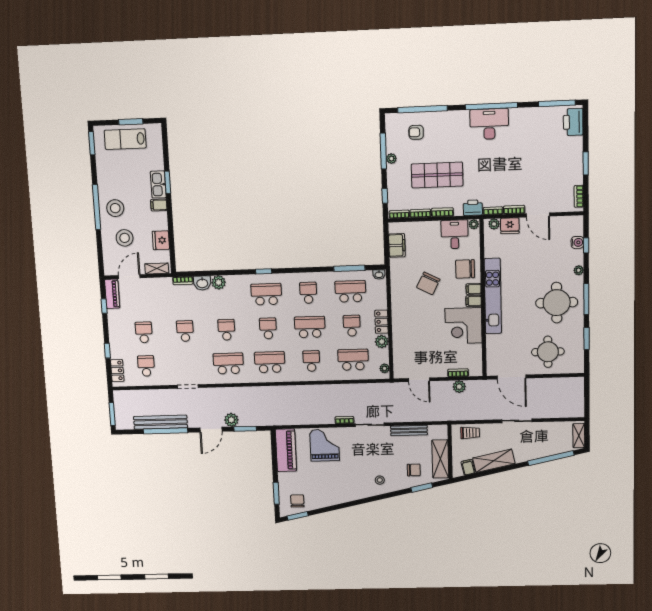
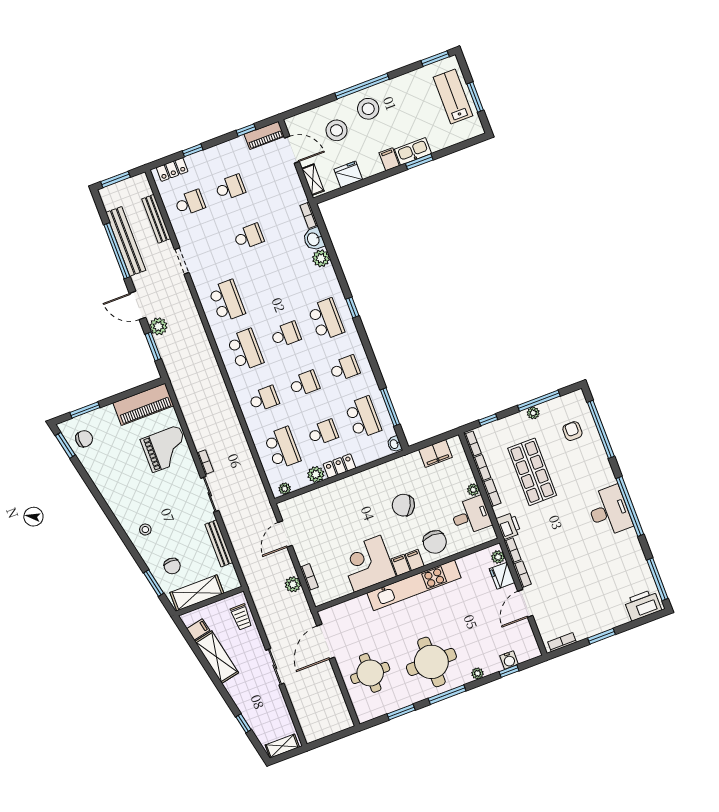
plant: (474, 224) -> (473, 490), moved
chair: (465, 269) -> (435, 542), turned 180
school desk: (310, 327) -> (304, 384), width x0.54
school desk: (226, 330) -> (267, 286), removed
bench: (151, 394) -> (156, 219), added
window: (551, 458) -> (243, 723), width x0.32

